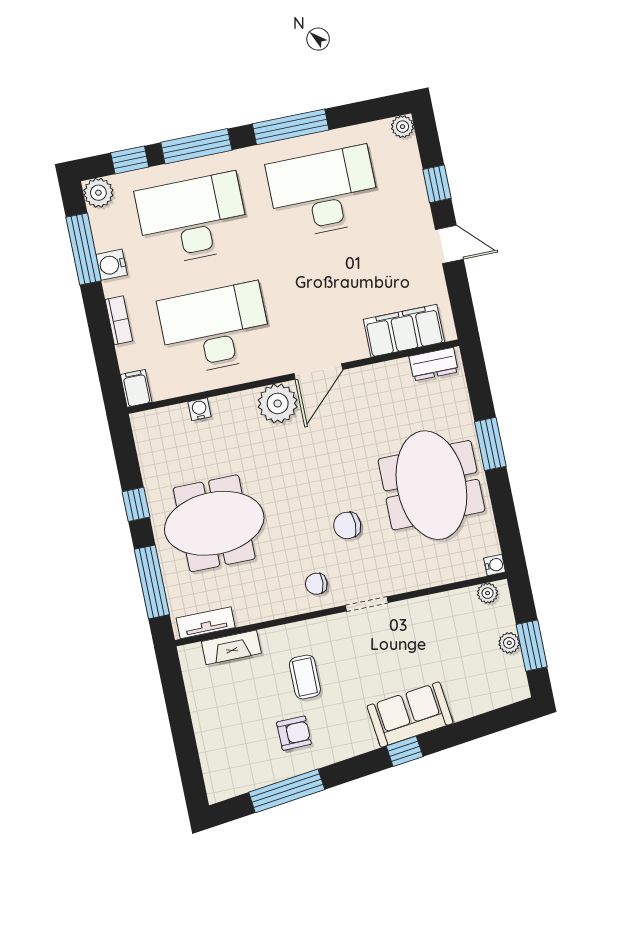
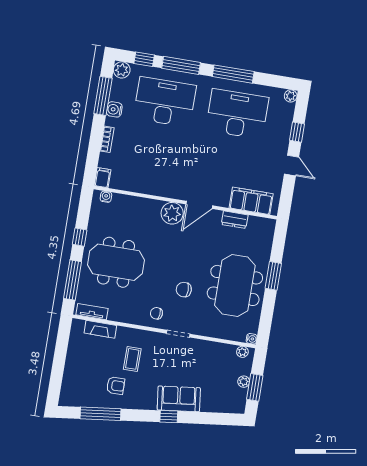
desk: (215, 329) -> (155, 163), removed
dresser: (434, 364) -> (235, 220), moved
water cooler: (199, 409) -> (106, 197), moved

